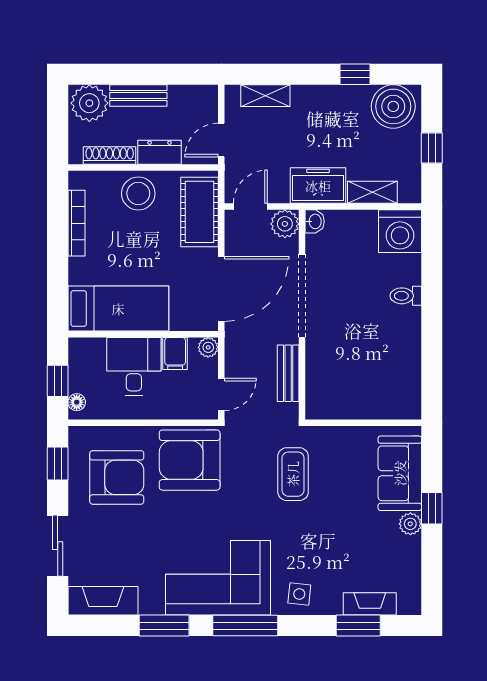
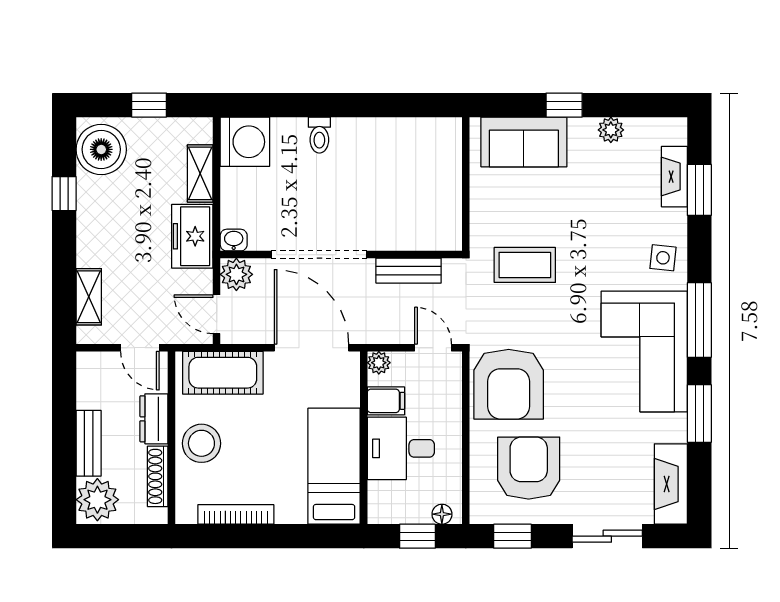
plant: (410, 524) -> (611, 130), moved

